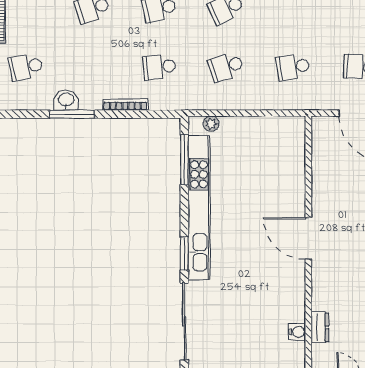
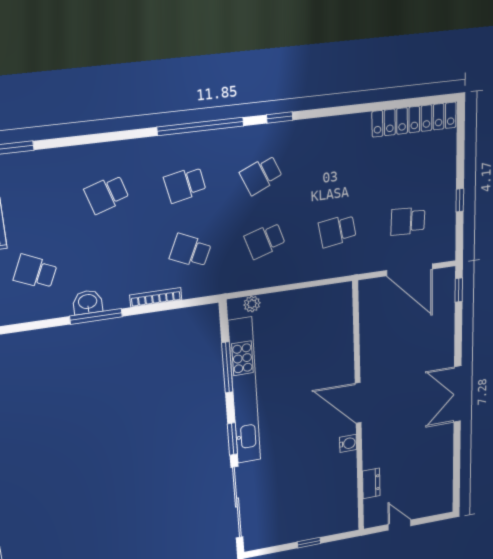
school desk: (26, 67) -> (35, 272), turned 36
school desk: (159, 67) -> (190, 251), turned 30
window: (184, 160) -> (227, 367), moved
water cooler: (297, 332) -> (348, 443), moved

